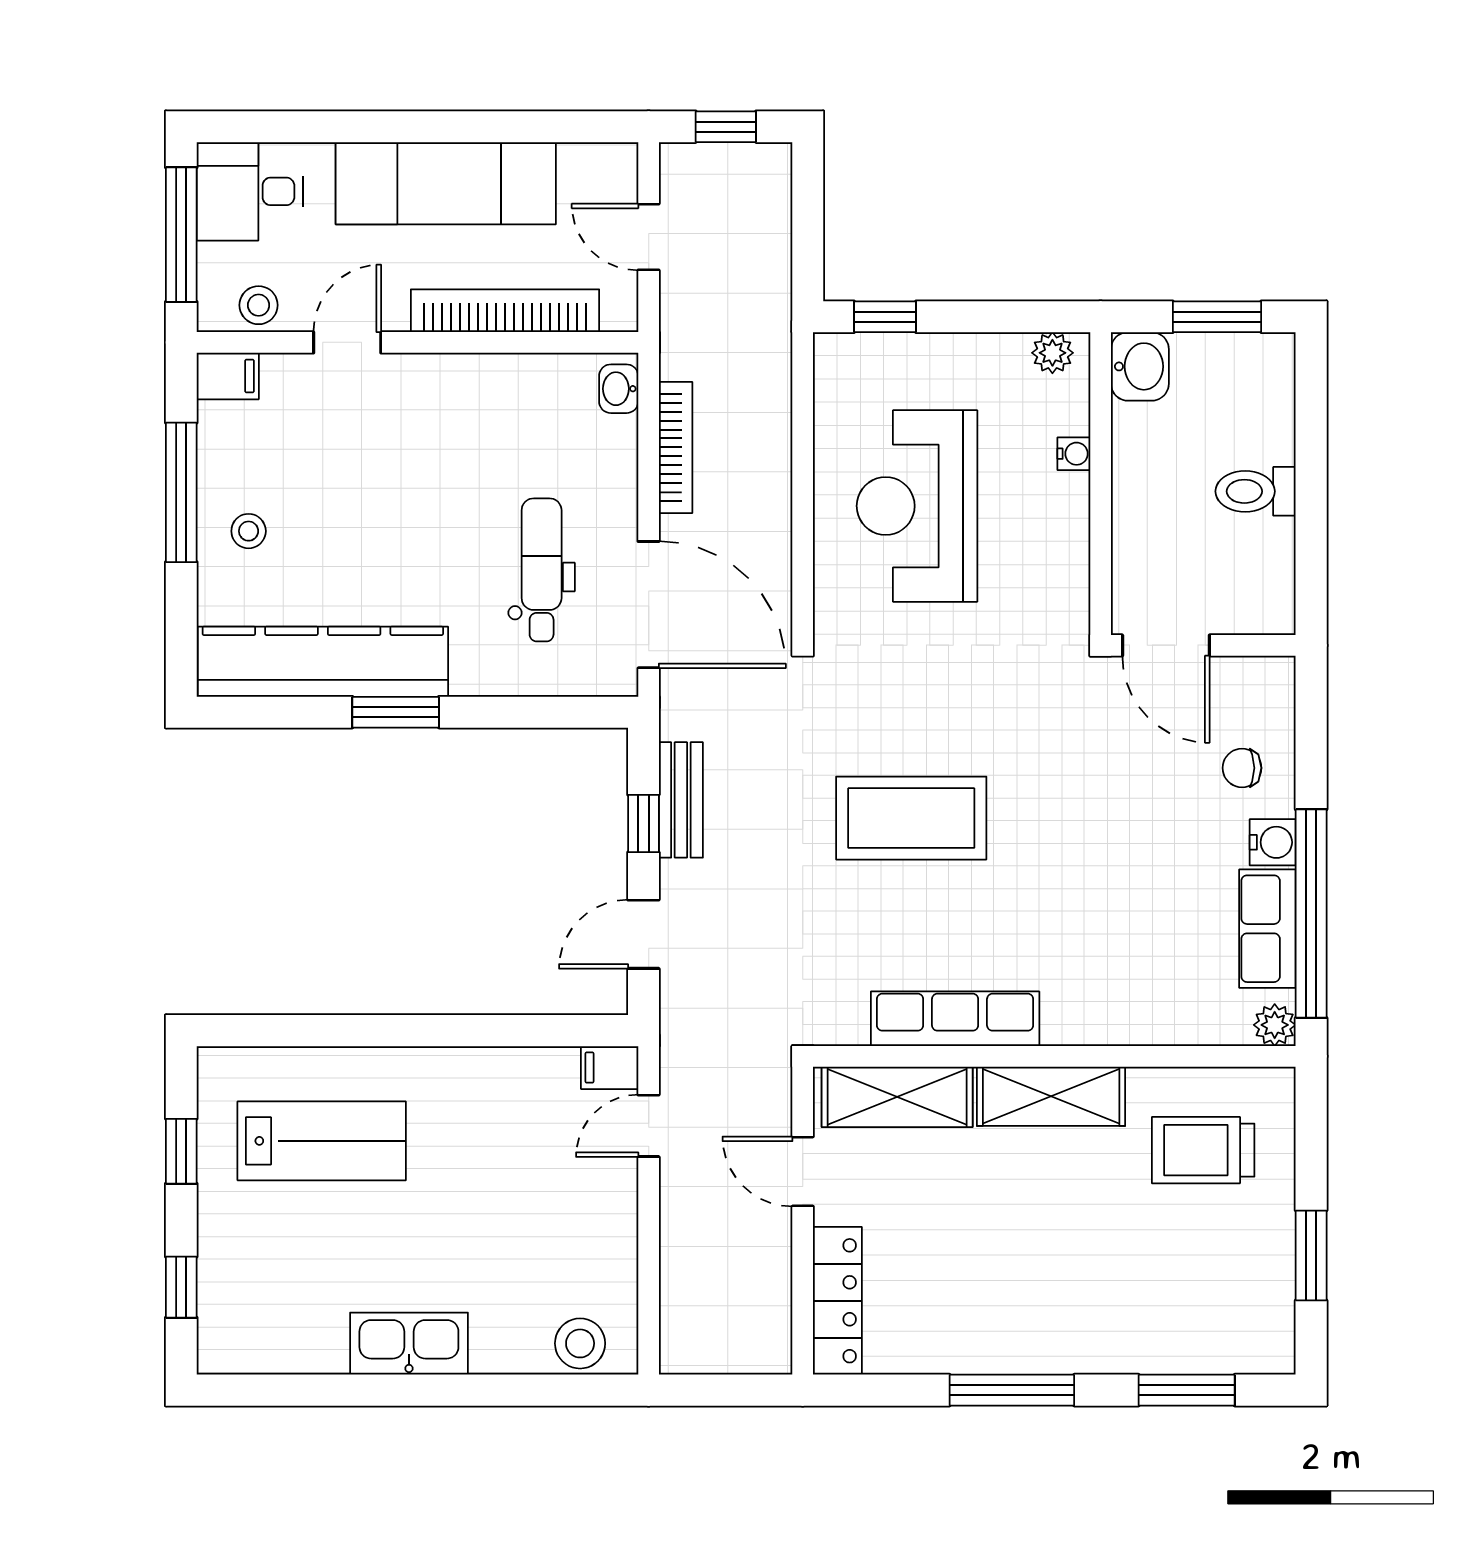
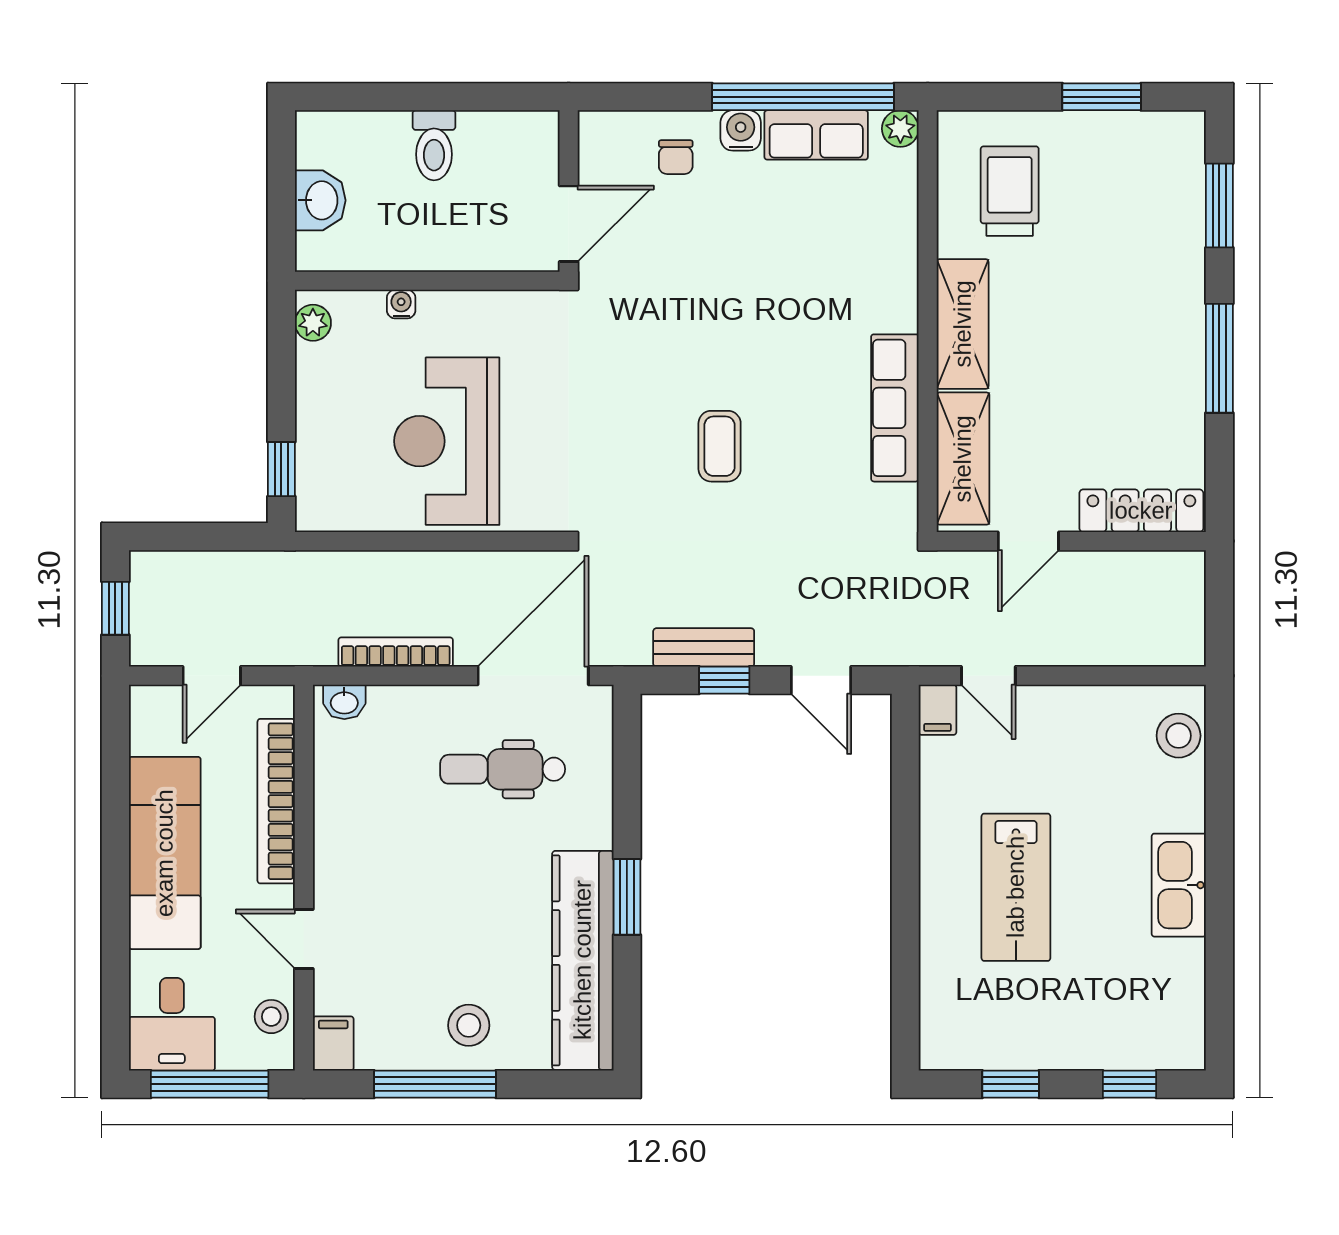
window: (1217, 317) -> (281, 179), removed
washbasin: (1140, 366) -> (320, 200), moved, turned 90
reception desk: (917, 506) -> (447, 441), turned 90
stool: (249, 531) -> (469, 1025), width x1.37, depth x1.37
coffee table: (911, 818) -> (720, 446), width x0.54, depth x0.58
lab bench: (322, 1141) -> (1016, 887), moved, turned 180
trolley: (1203, 1150) -> (1010, 191), turned 180

